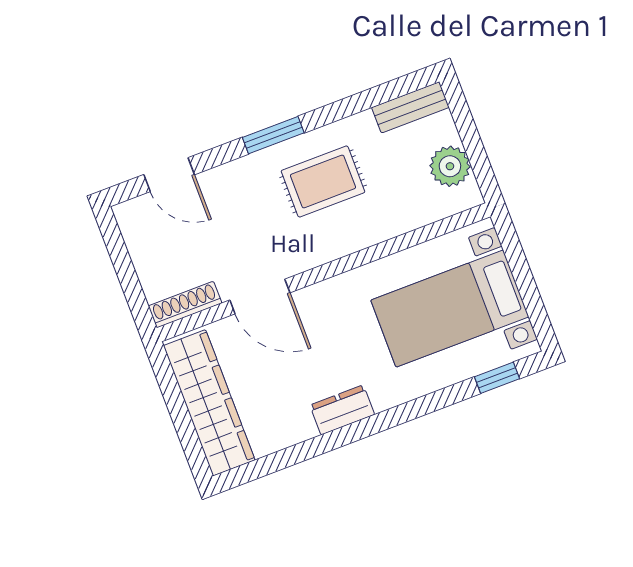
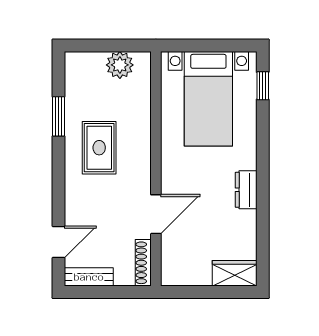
bench: (410, 107) -> (89, 277), moved, turned 90
window: (273, 135) -> (59, 116), moved
wardrobe: (209, 403) -> (235, 273), width x0.48, depth x0.85

